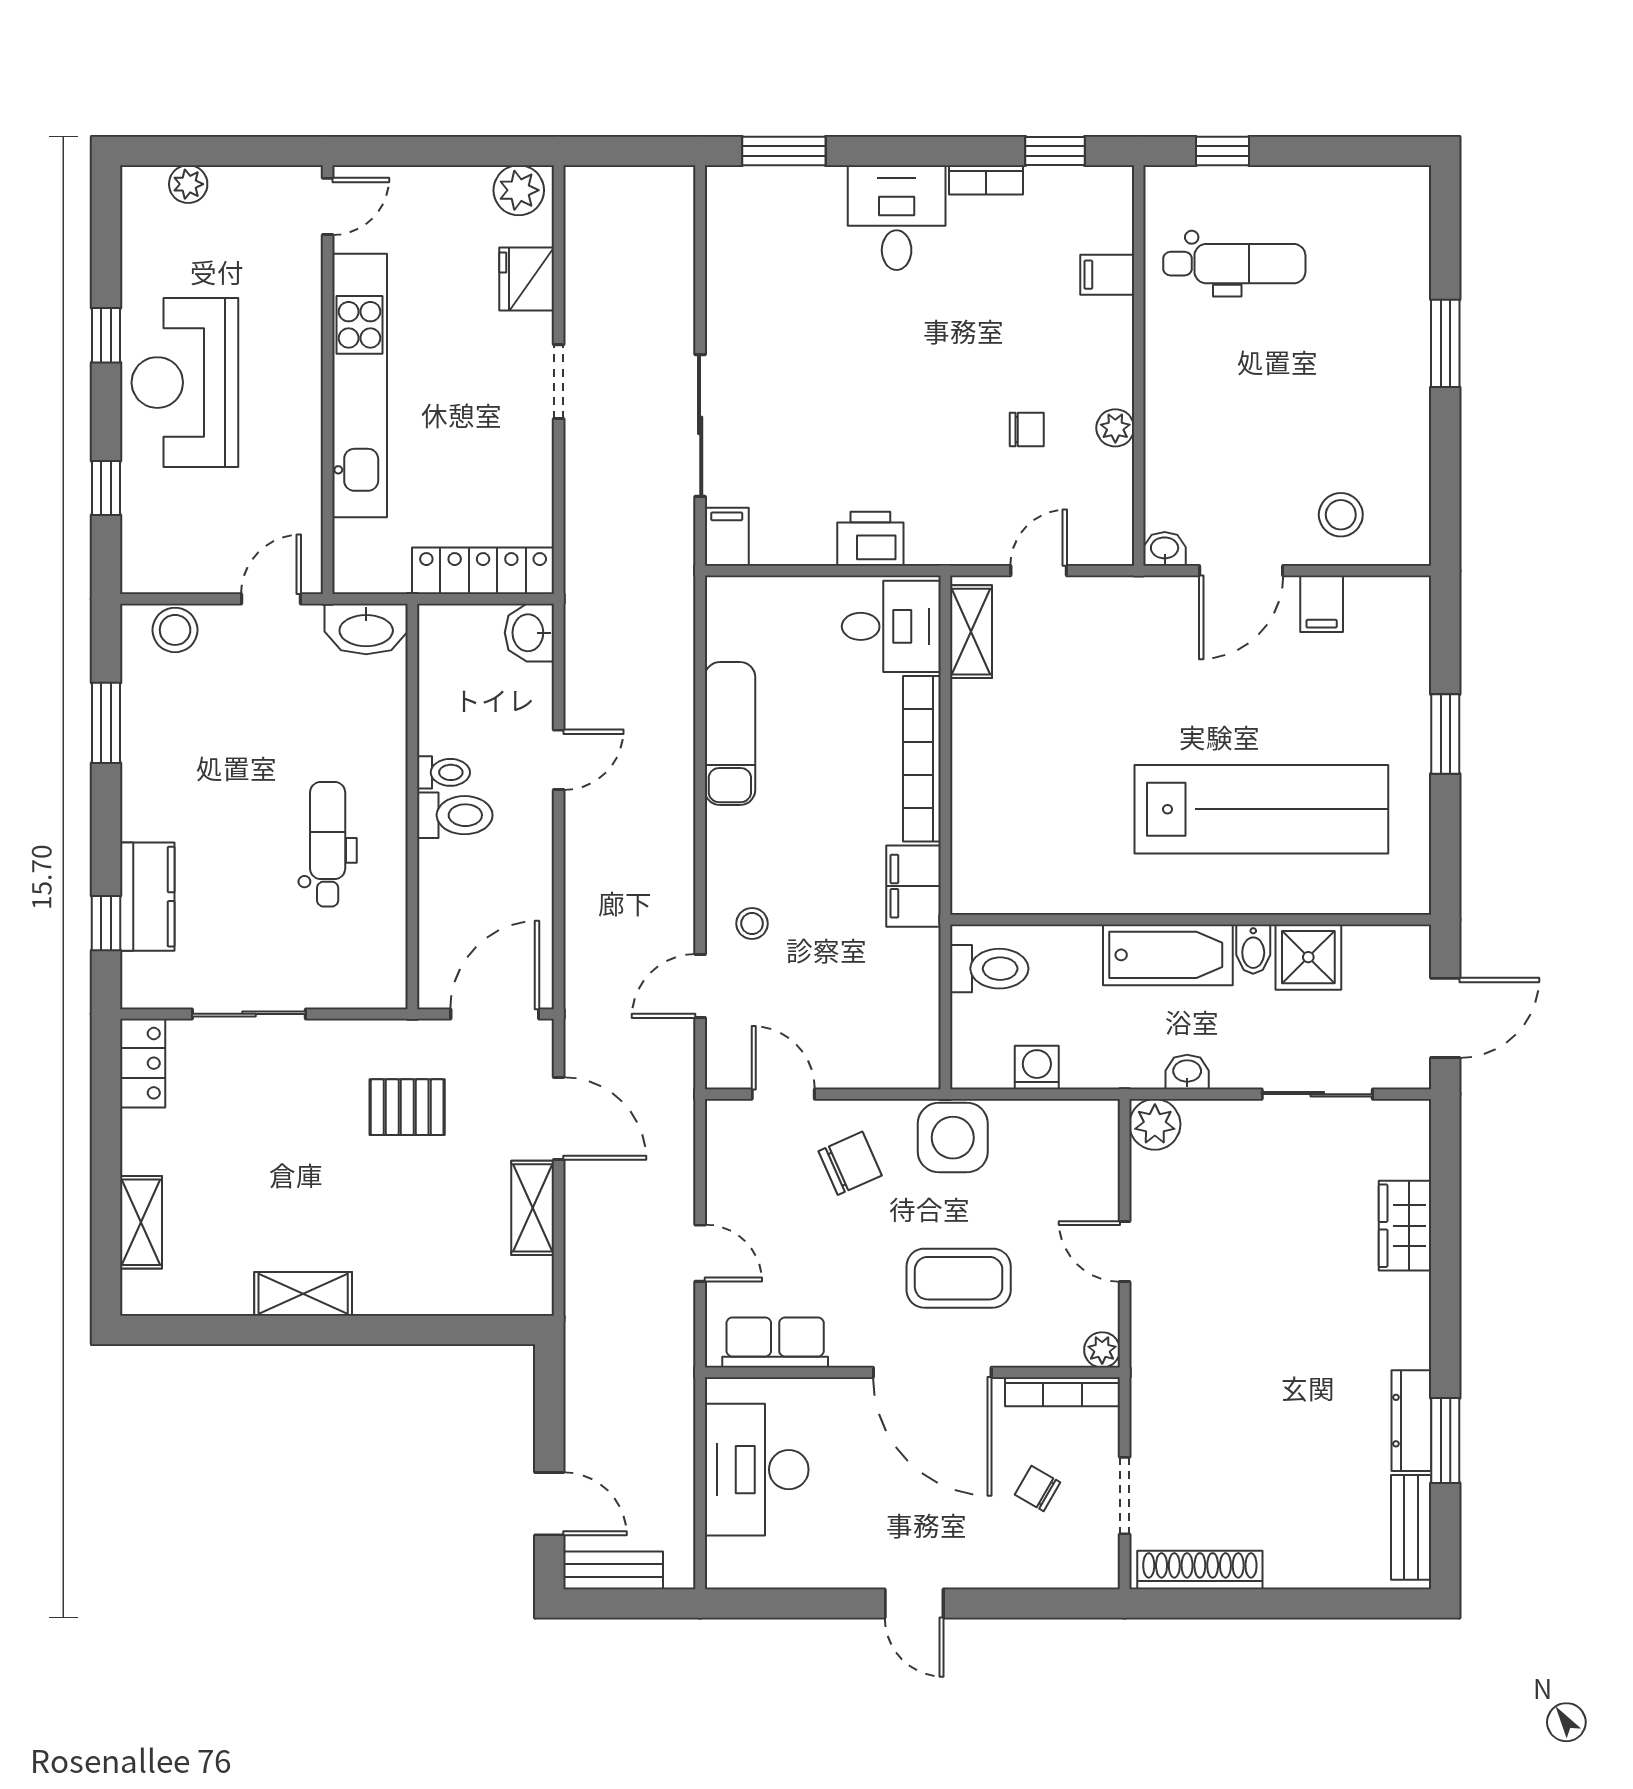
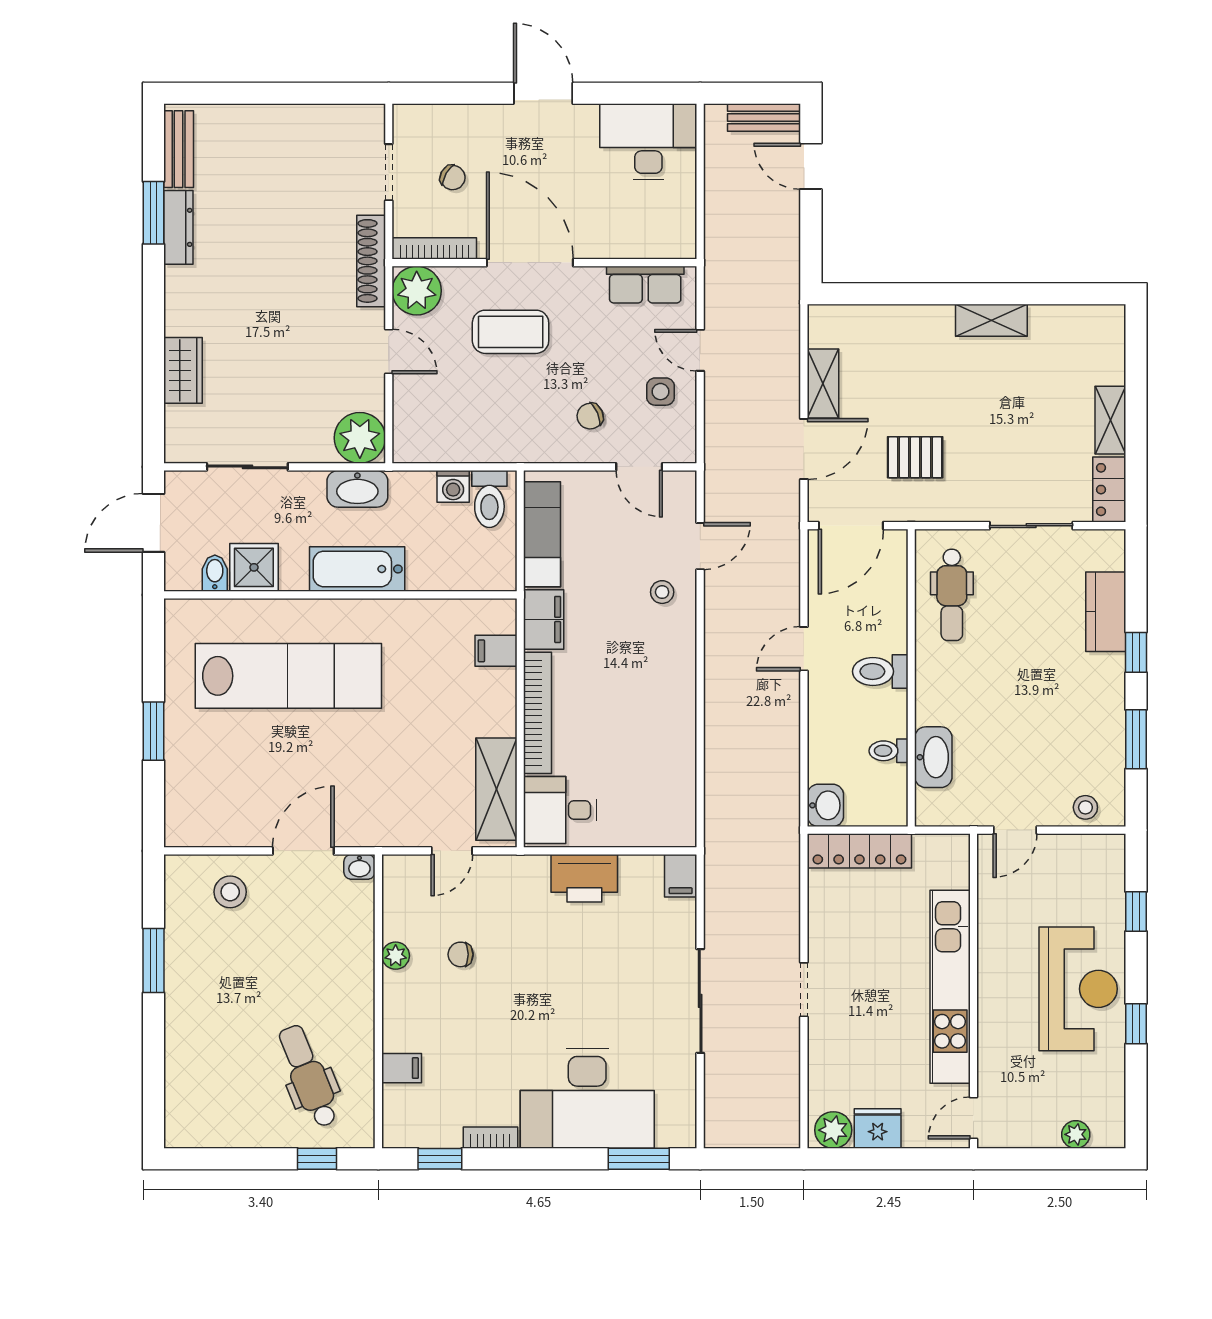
desk: (897, 218) -> (587, 1098), width x1.87, depth x1.30
dental chair: (1234, 264) -> (308, 1076), turned 68
fridge: (527, 279) -> (878, 1128), moved, turned -90
window: (1445, 343) -> (153, 961), moved
sliding door: (700, 425) -> (700, 1001), moved
printer: (870, 539) -> (584, 878), width x1.37, depth x1.19
filing cabinet: (1322, 604) -> (496, 651), moved, turned -90
washbasin: (366, 629) -> (933, 757), moved, turned 90
stool: (175, 630) -> (1085, 807), width x0.73, depth x0.73
shelving: (971, 632) -> (496, 789), width x1.50, depth x1.33
exam couch: (730, 734) -> (542, 534), moved, turned 180
door: (559, 760) -> (804, 649), moved
toilet: (443, 772) -> (888, 751), moved
lab bench: (1261, 809) -> (288, 676), turned 180
dental chair: (328, 844) -> (952, 595), moved
window: (106, 923) -> (1136, 652), moved
bidet: (1253, 949) -> (215, 573), moved
toilet: (989, 969) -> (489, 499), moved, turned -90
washbasin: (1187, 1072) -> (357, 489), width x1.91, depth x1.45
door: (559, 1118) -> (804, 449), swing flipped
plant: (1155, 1124) -> (360, 438), width x1.36, depth x1.36
side table: (953, 1138) -> (660, 392), moved, width x0.54, depth x0.54
chair: (850, 1163) -> (590, 416), width x0.73, depth x0.73
shelving: (141, 1222) -> (1110, 420), moved
plant: (1102, 1350) -> (417, 291), width x1.88, depth x1.88
desk: (757, 1470) -> (648, 142), moved, turned -90
shoe rack: (1200, 1570) -> (371, 261), moved, turned 90
door: (914, 1603) -> (543, 93), width x1.38

